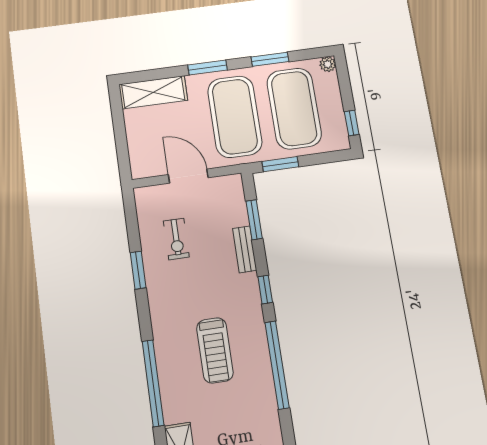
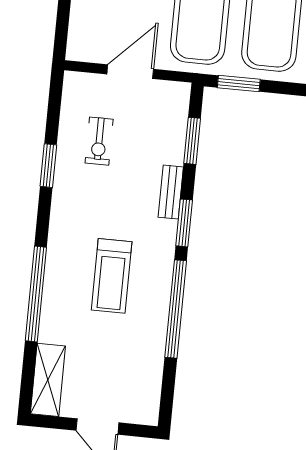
door: (188, 176) -> (130, 72), hinge flipped
bench: (245, 249) -> (171, 192), moved
window: (265, 290) -> (184, 223), width x1.50

